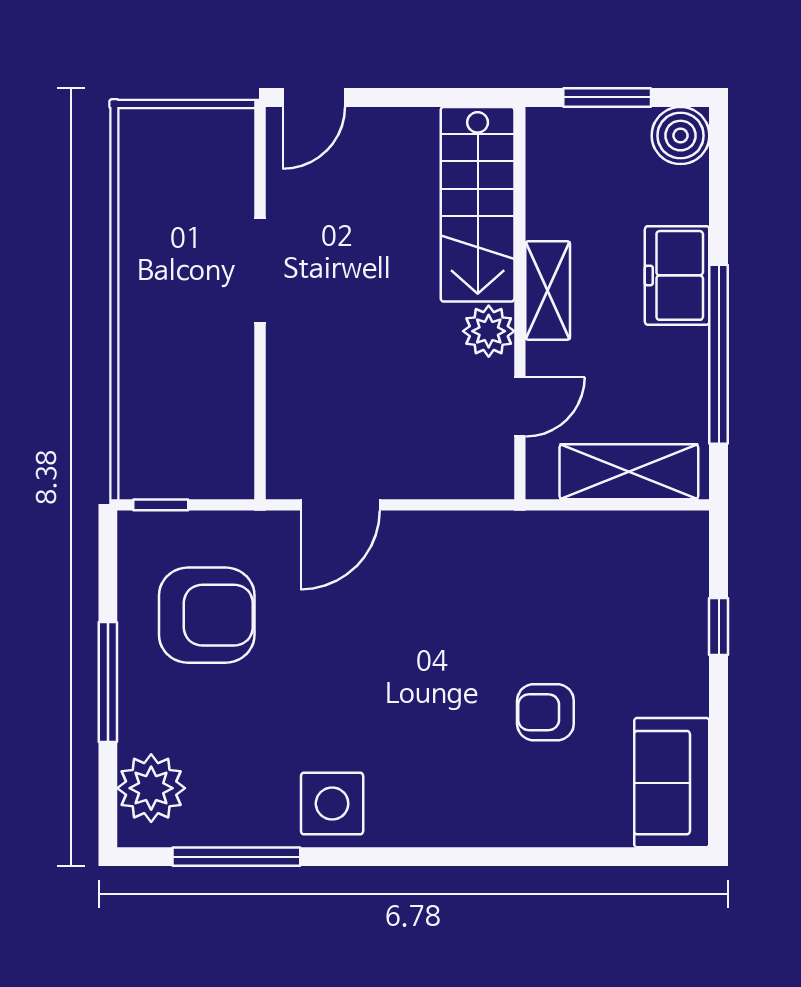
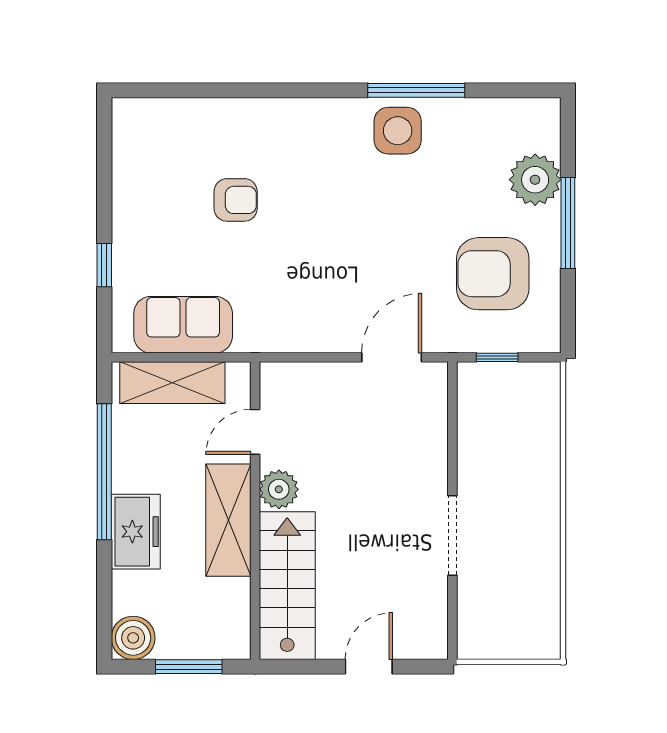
door: (314, 97) -> (369, 667), moved
shelving: (548, 290) -> (228, 520), width x1.50, depth x1.33
window: (161, 505) -> (497, 357), moved
sofa: (672, 783) -> (183, 325), moved, turned -90
plant: (151, 788) -> (535, 180), moved
window: (236, 857) -> (416, 90), moved

